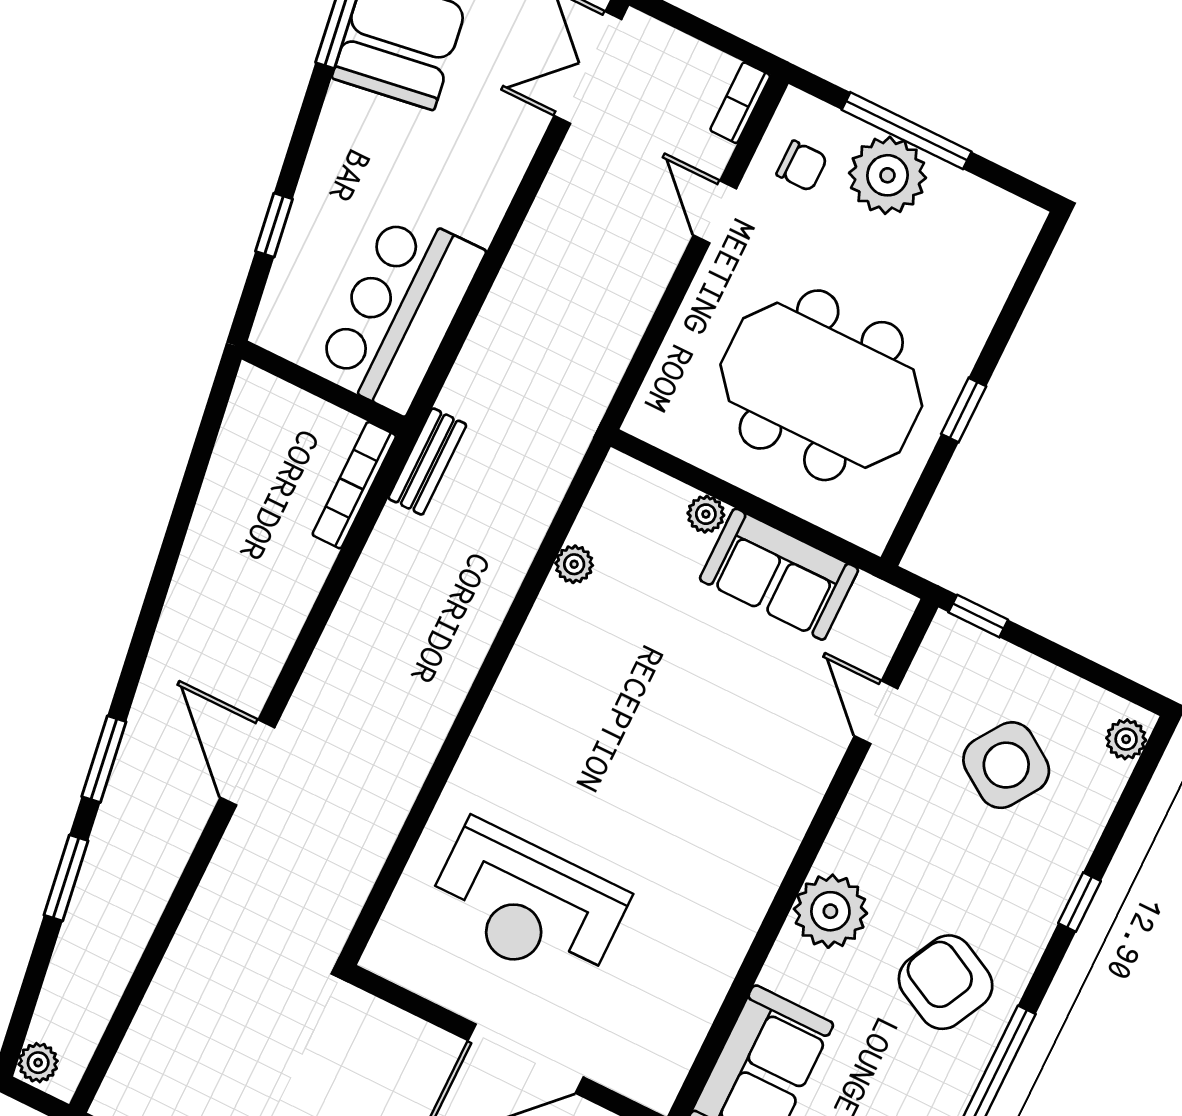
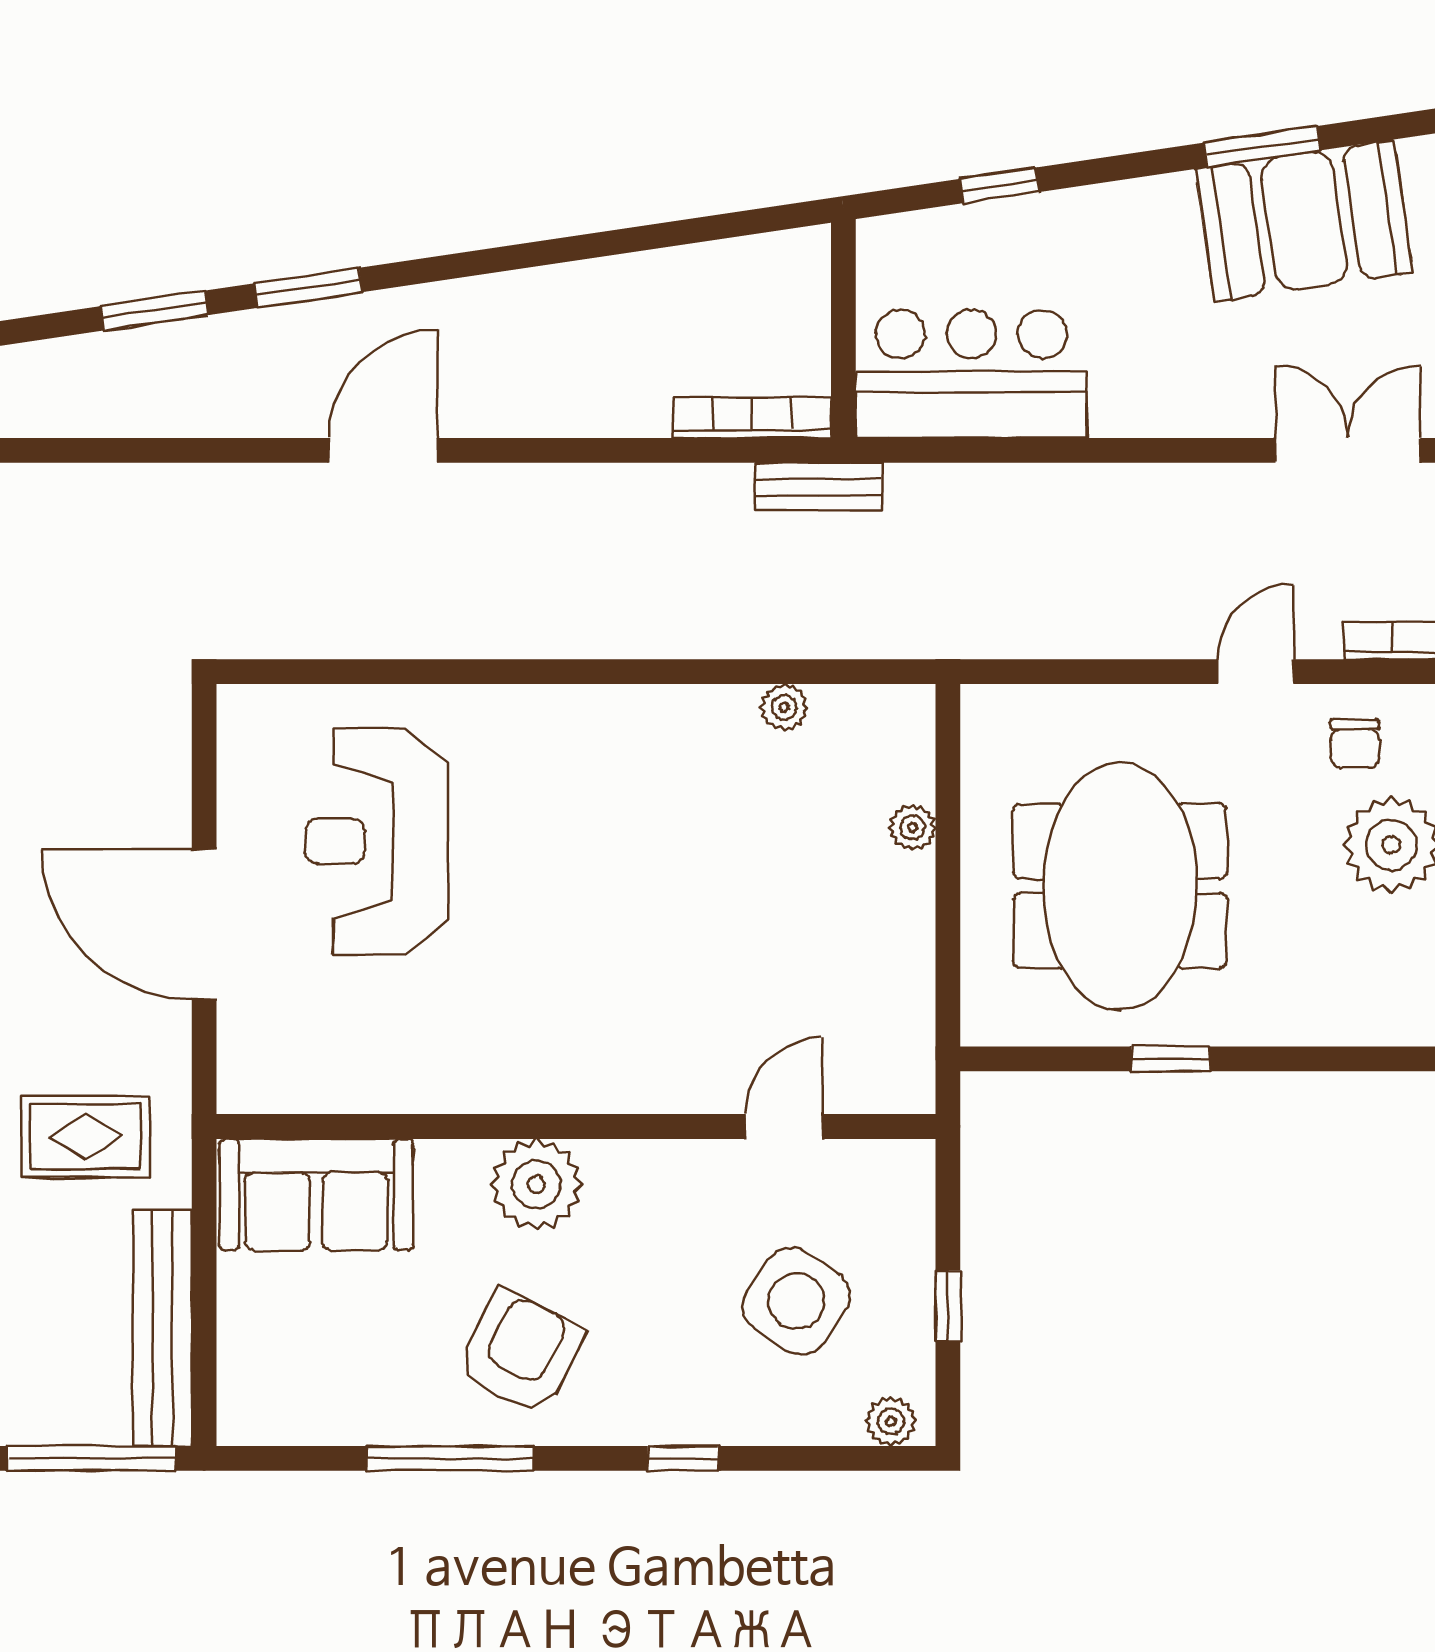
sofa: (779, 574) -> (885, 942), removed
window: (978, 616) -> (948, 1306), moved

